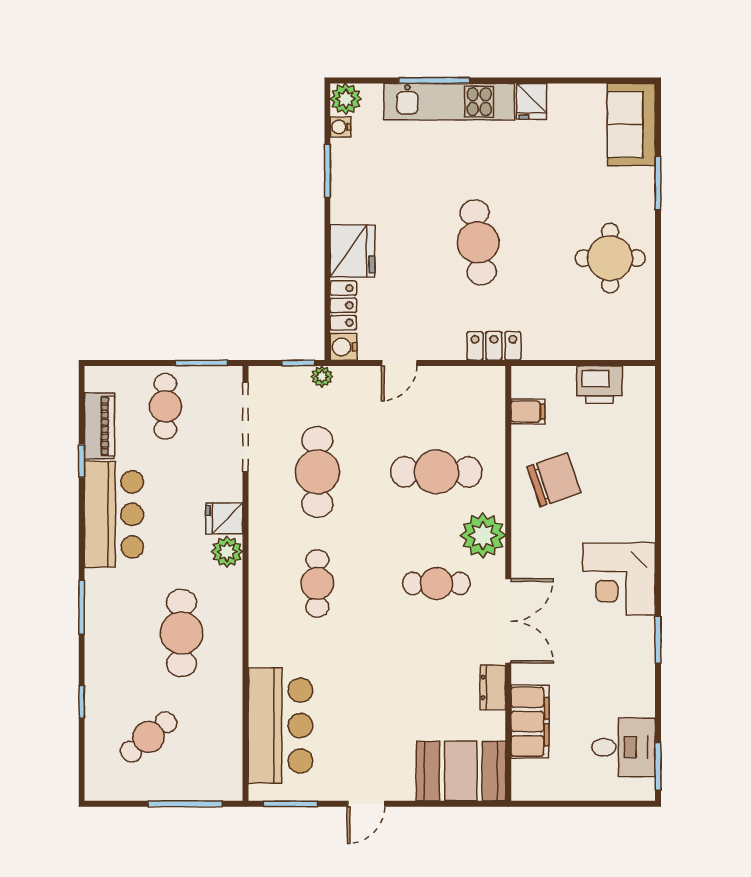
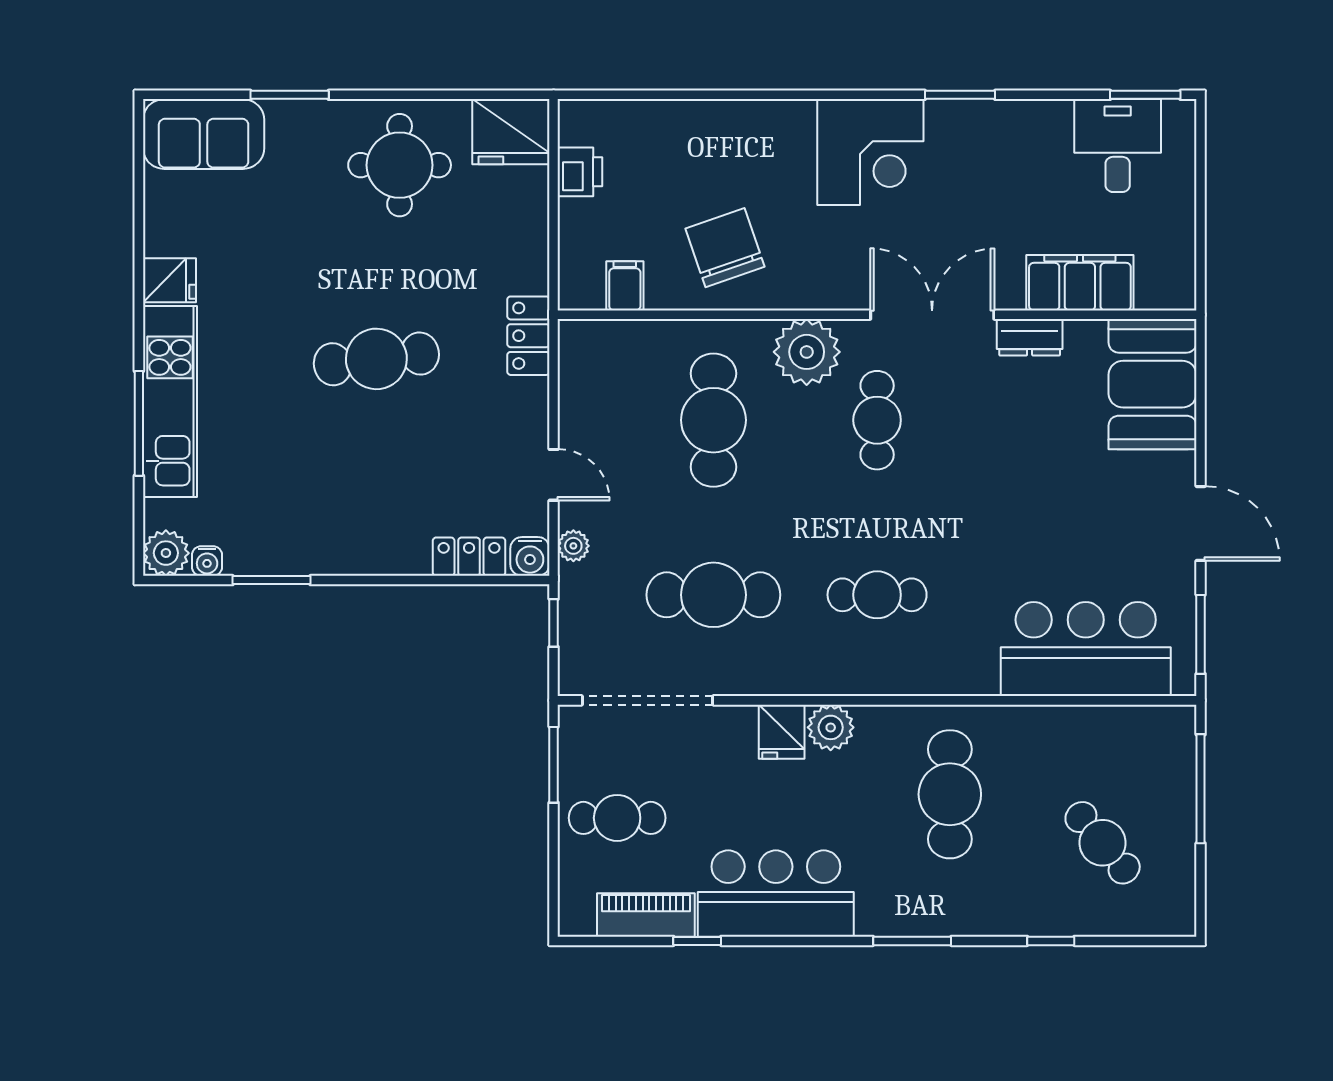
fridge: (352, 251) -> (511, 132), moved, turned 180
plant: (322, 376) -> (573, 546), moved
printer: (599, 385) -> (580, 172), width x0.73, depth x0.81
cafe table: (182, 633) -> (950, 794), turned 90
door: (366, 804) -> (1201, 524), width x1.38

